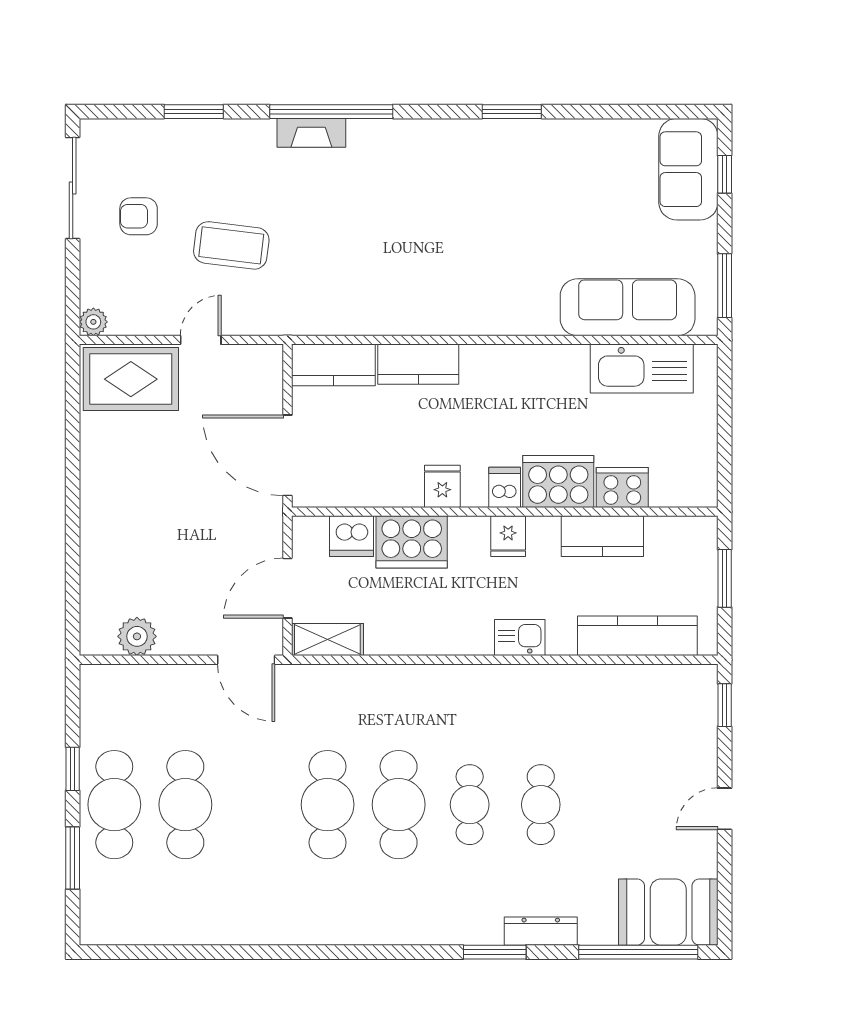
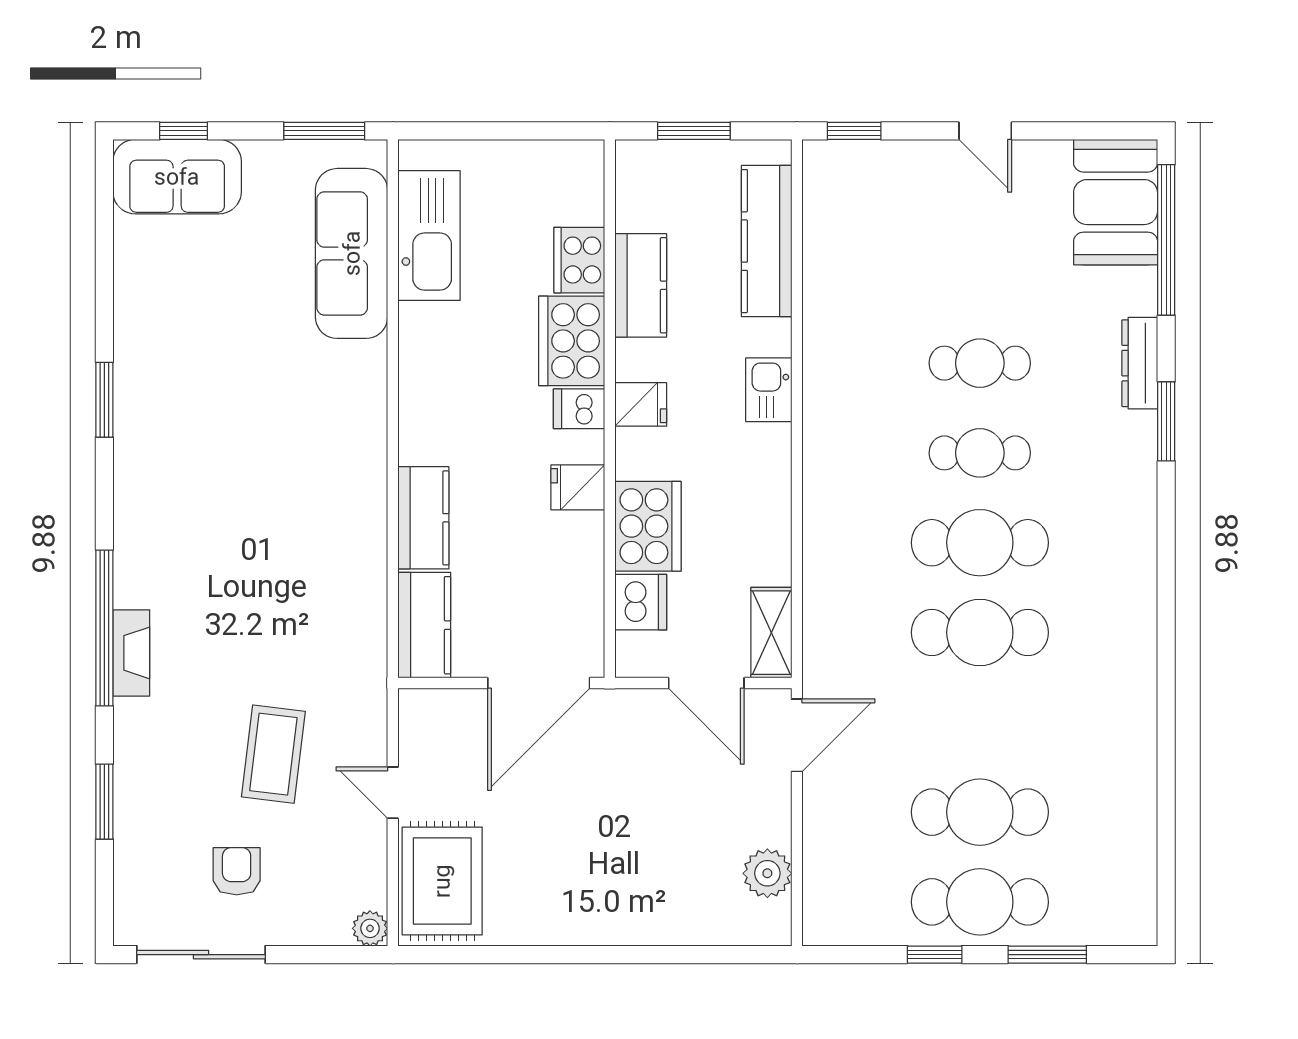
armchair: (139, 216) -> (237, 871), turned 180

